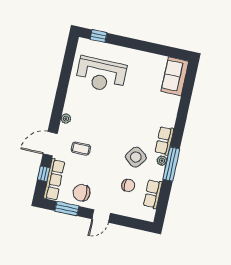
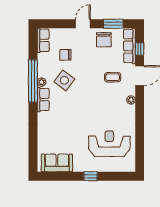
window: (99, 36) -> (91, 176), moved
sofa: (175, 76) -> (57, 163), moved, turned -90
window: (171, 164) -> (33, 81), width x1.46
chair: (81, 193) -> (104, 40), turned 90
row of seats: (153, 194) -> (43, 40), moved

